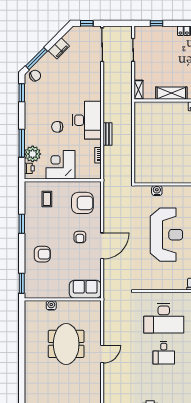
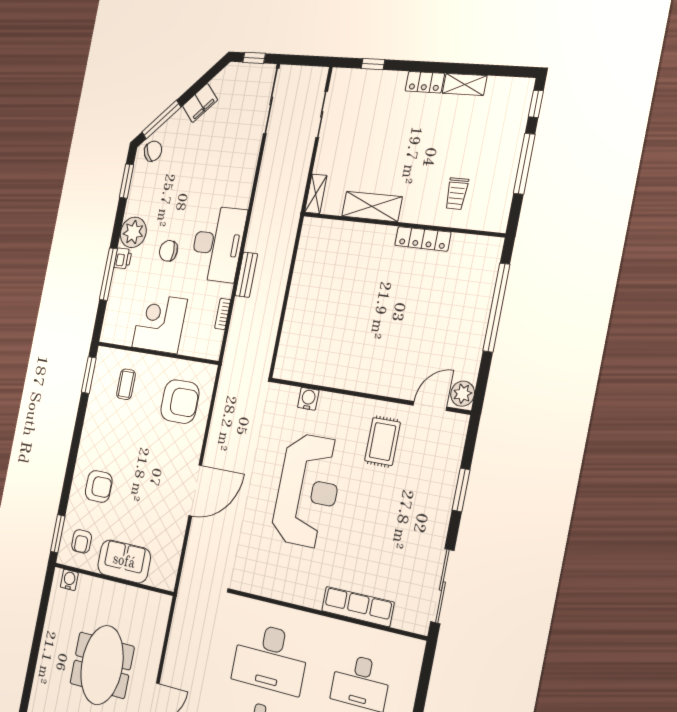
plant: (33, 154) -> (133, 232), moved
printer: (29, 168) -> (123, 258), moved
window: (22, 224) -> (89, 375), moved
armchair: (80, 237) -> (82, 541), moved
sofa: (85, 289) -> (124, 561), moved
water cooler: (51, 305) -> (69, 580), moved

